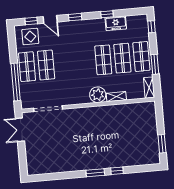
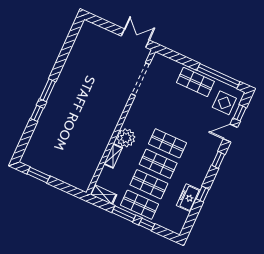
window: (152, 27) -> (147, 224), moved
shop shelf: (46, 65) -> (167, 143), moved
window: (16, 82) -> (218, 76), moved

